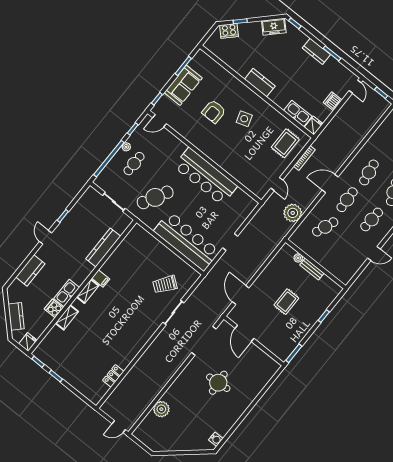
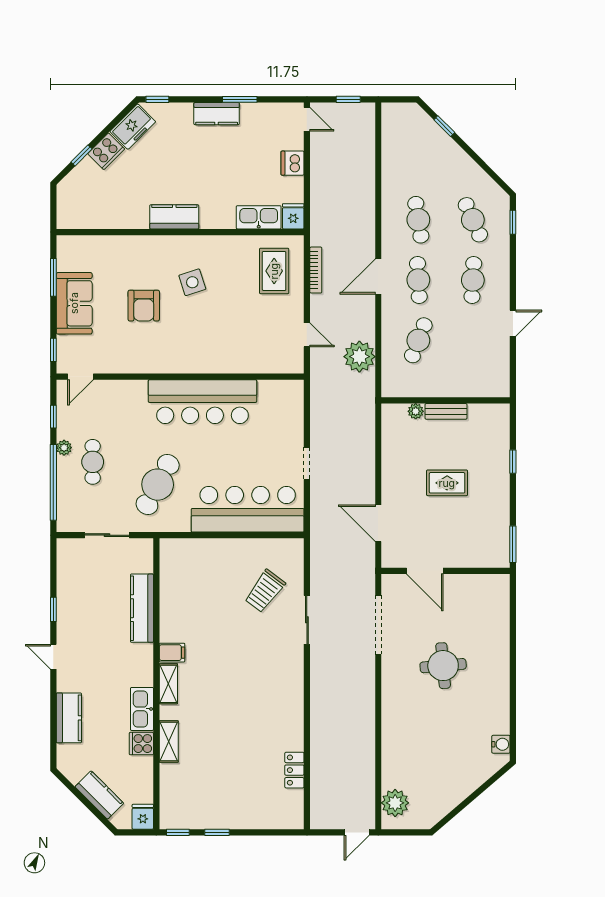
cooker: (229, 31) -> (106, 151), moved
rug: (286, 302) -> (447, 483), turned 90
plant: (161, 409) -> (395, 803), moved

